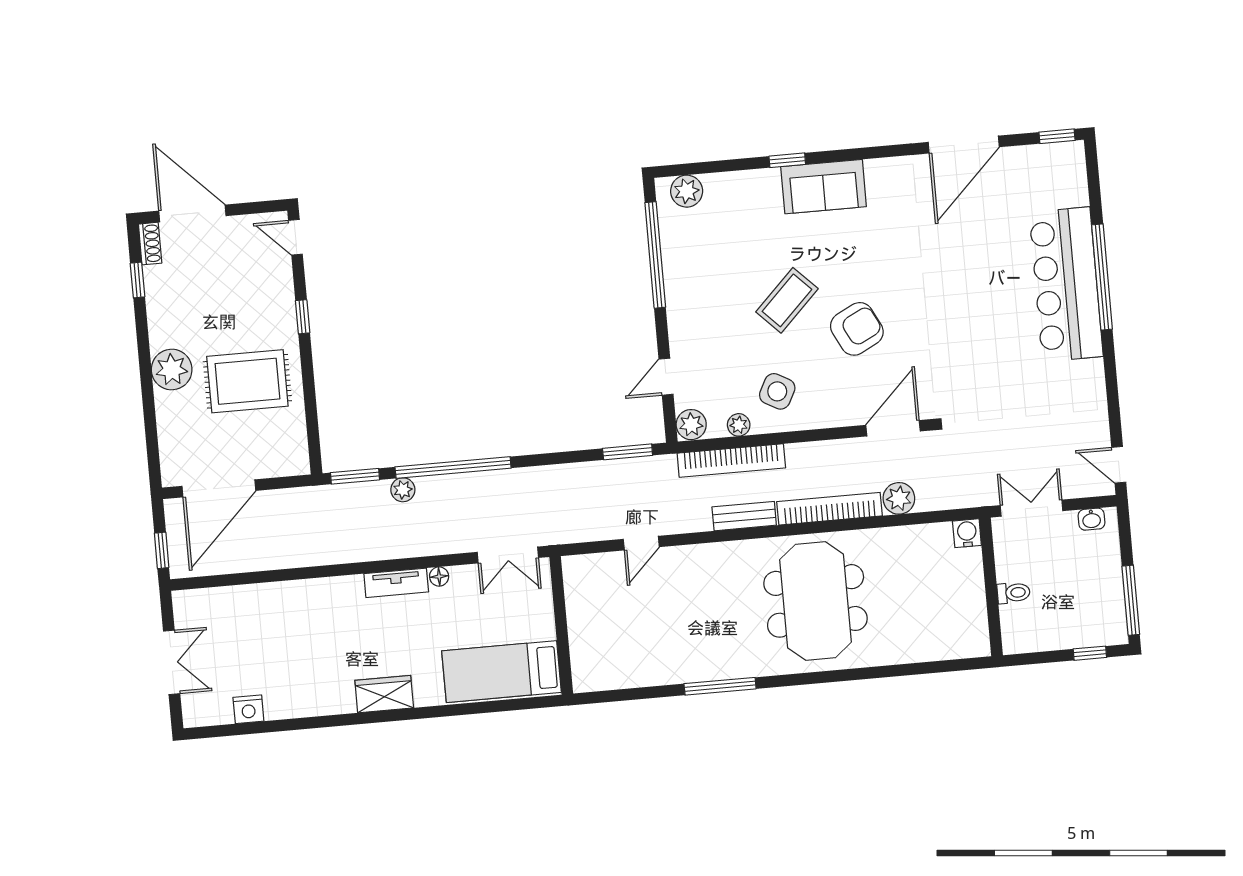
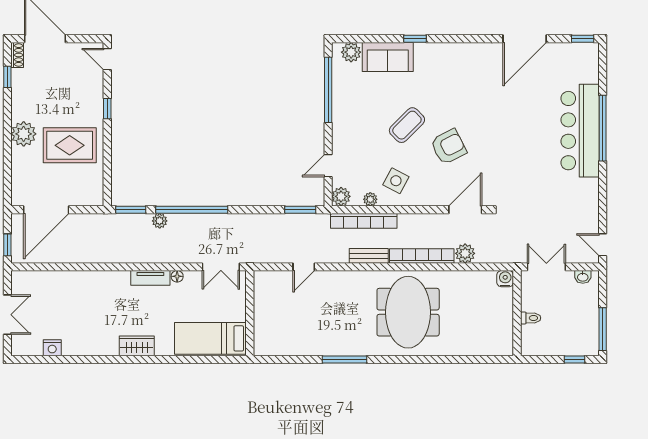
sofa: (824, 187) -> (388, 57), moved

